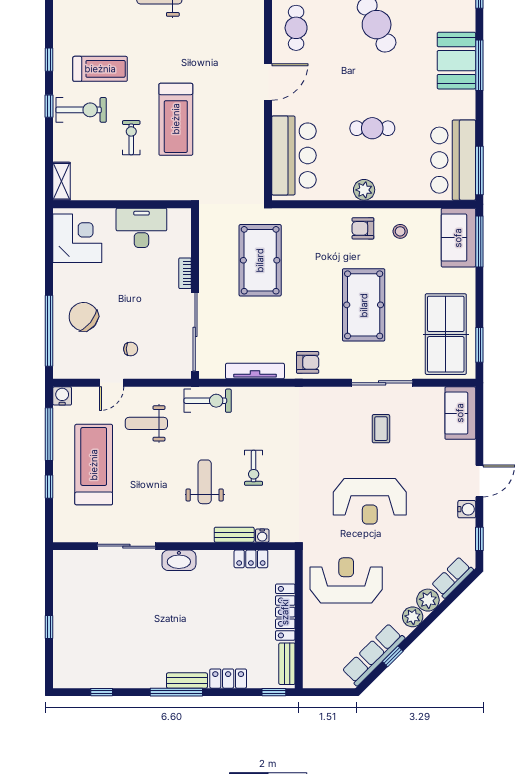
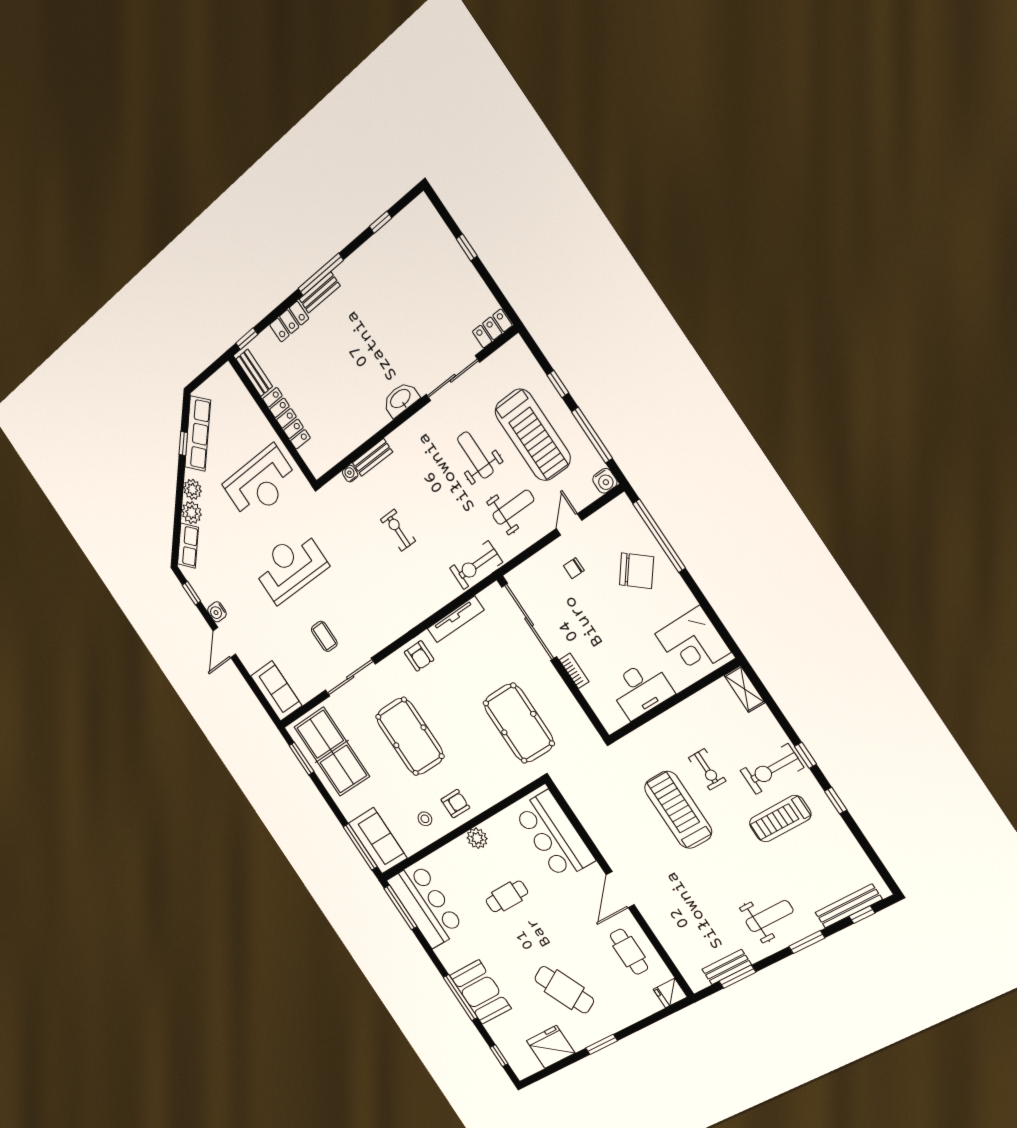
armchair: (308, 362) -> (419, 656), turned -90
weight bench: (205, 482) -> (475, 455), moved, turned 180
locker: (251, 559) -> (492, 328), moved

